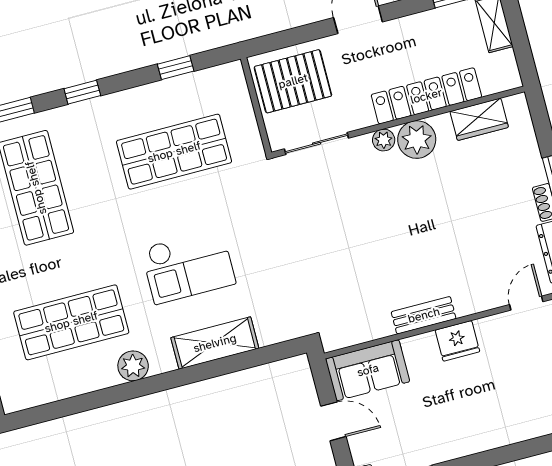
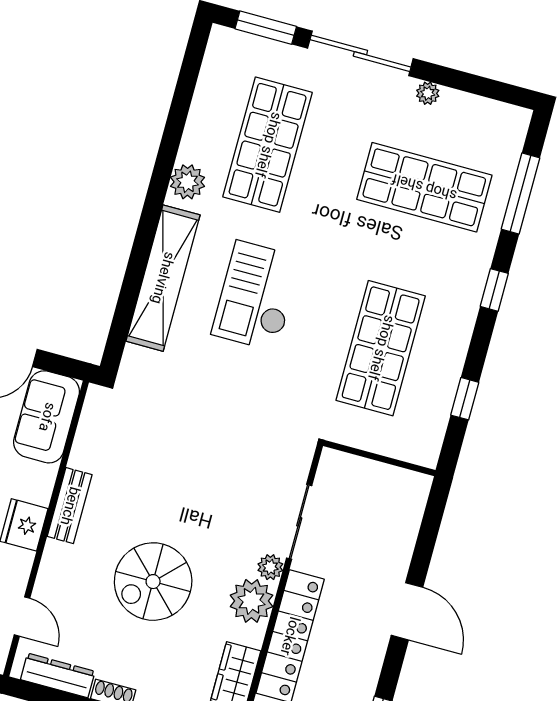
pallet: (293, 81) -> (383, 509), removed
sliding door: (316, 143) -> (299, 522), moved
spiral stairs: (444, 221) -> (153, 582), added
shelving: (215, 343) -> (163, 278), width x1.47

